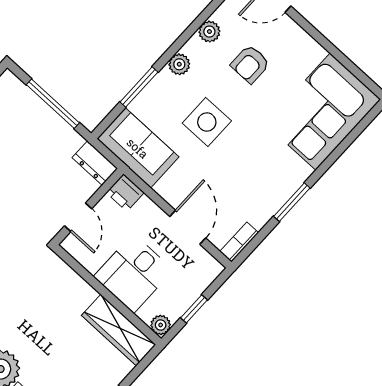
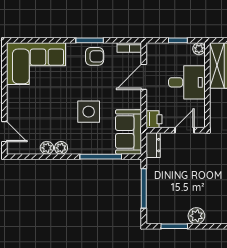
plant: (179, 64) -> (61, 148), moved
armchair: (250, 64) -> (95, 56), moved
window: (139, 87) -> (101, 157), width x1.44

